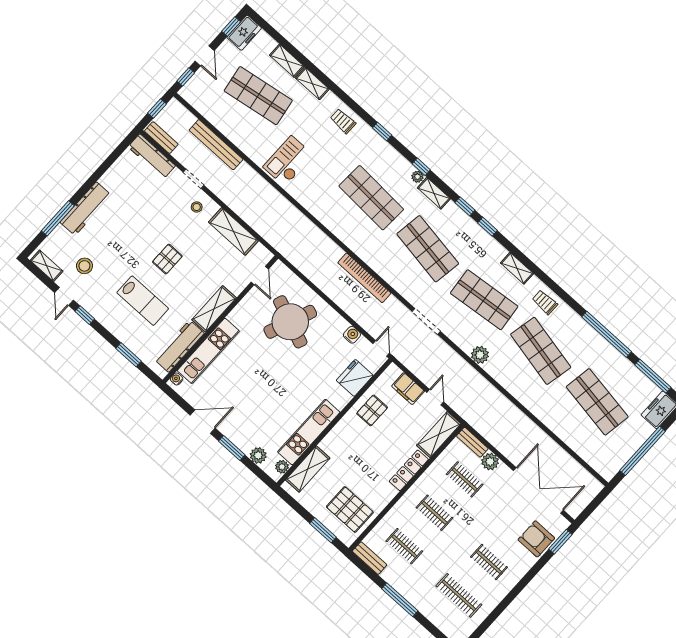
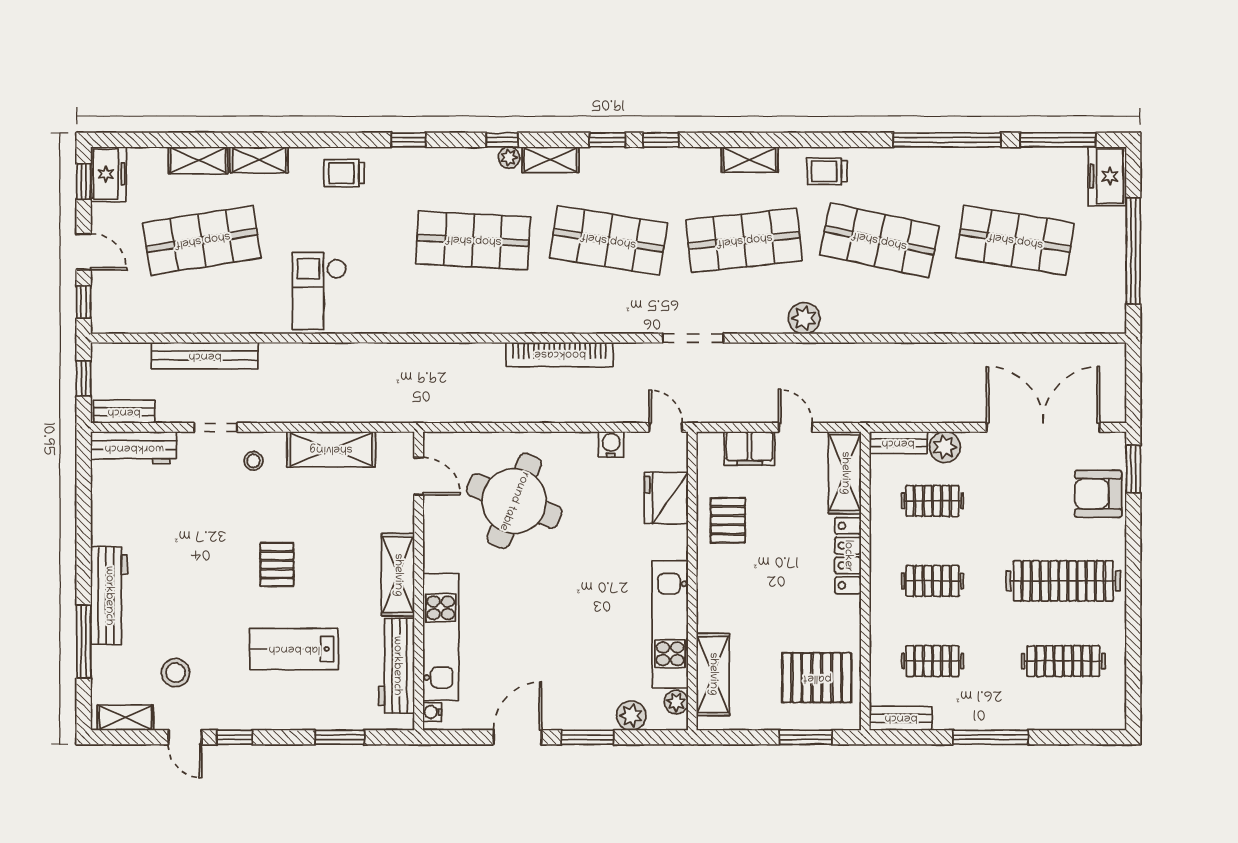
lab bench: (143, 301) -> (294, 649), turned 180
clothes rail: (489, 562) -> (1063, 581), width x1.86, depth x1.31

